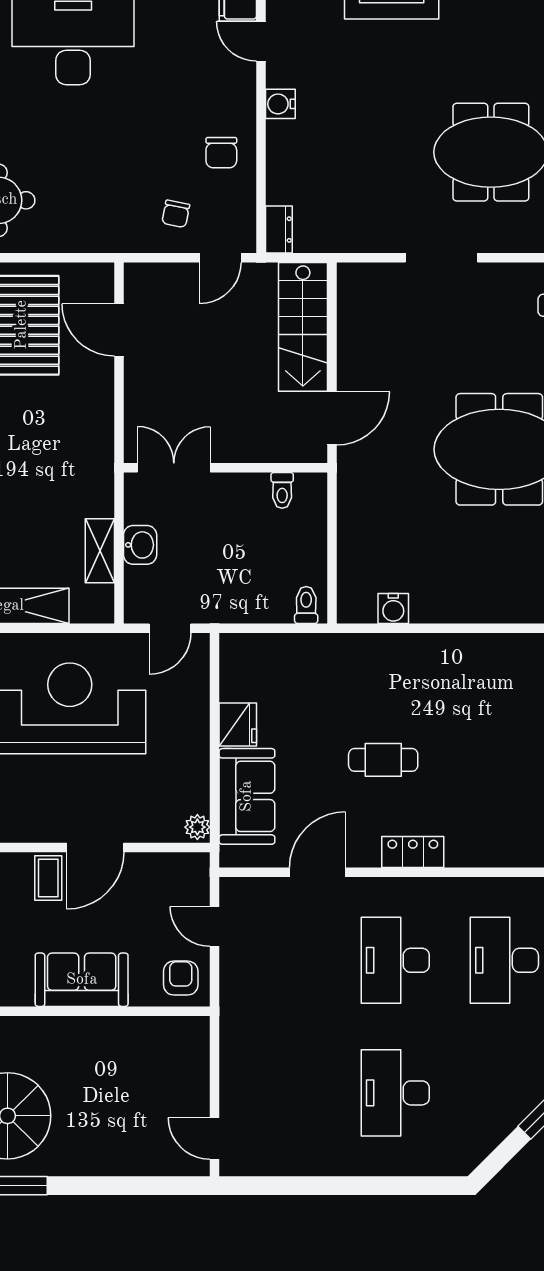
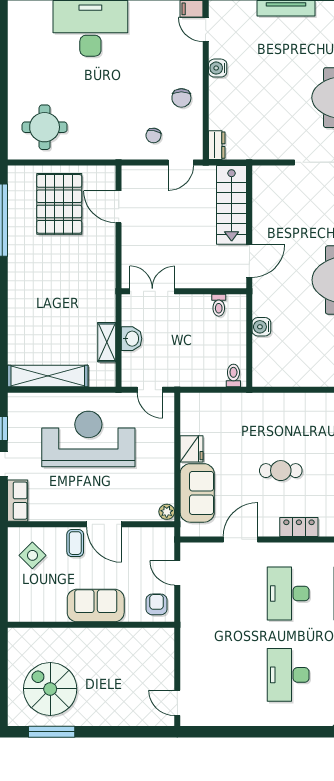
water cooler: (393, 608) -> (261, 327), moved, turned 90
door: (170, 628) -> (150, 390), hinge flipped
door: (95, 847) -> (104, 524), hinge flipped

